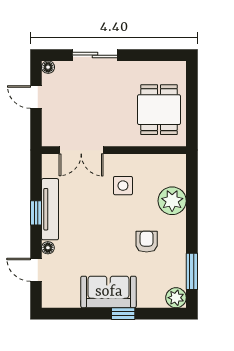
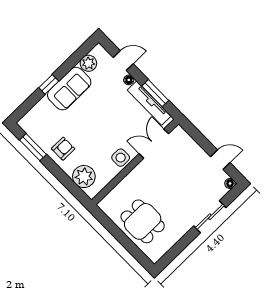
double door: (81, 150) -> (154, 144), moved
wall: (114, 150) -> (135, 162), moved
window: (36, 213) -> (155, 93), width x1.50
armchair: (147, 242) -> (63, 149), moved, turned -90
plant: (176, 298) -> (88, 63), moved

